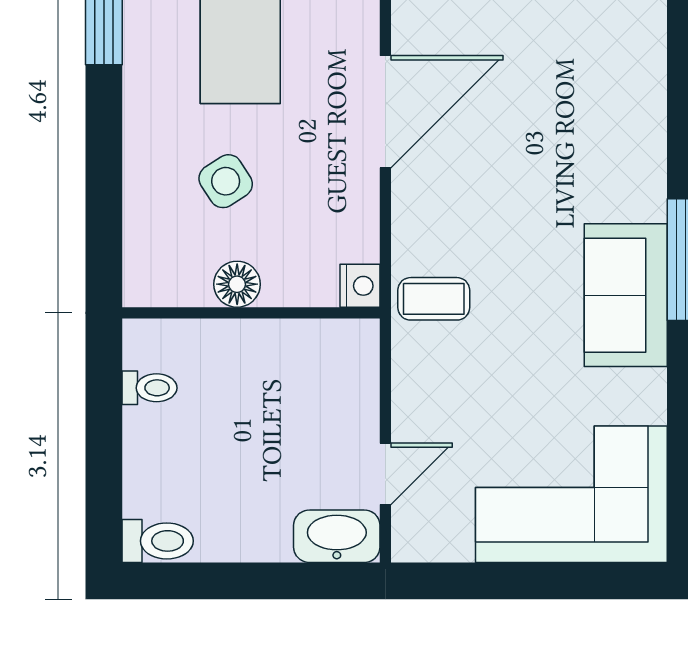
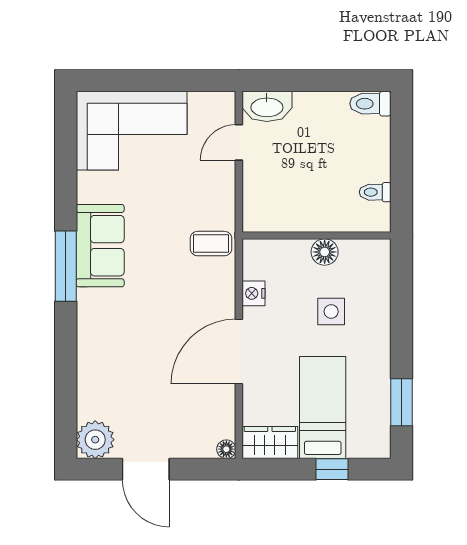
side table: (226, 181) -> (331, 311), turned 33
nightstand: (360, 286) -> (254, 293), moved

